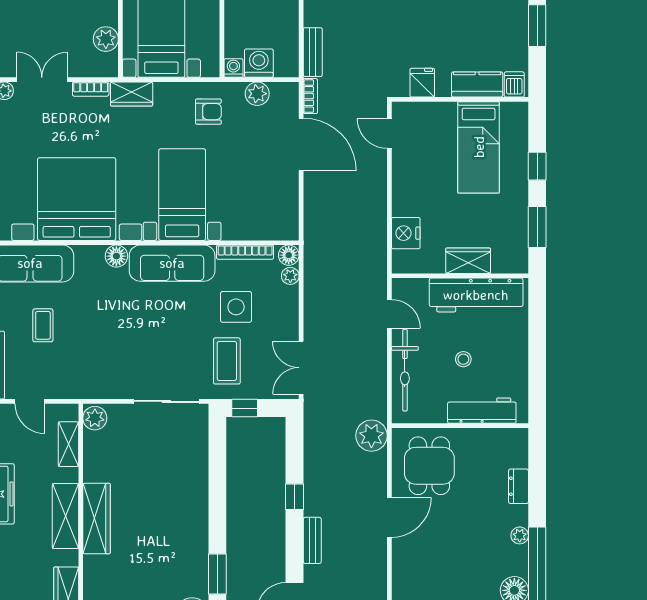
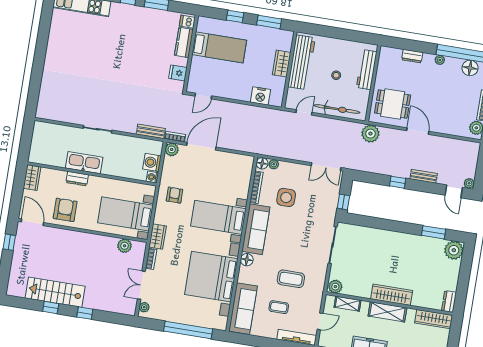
plant: (257, 94) -> (172, 149), moved
coffee table: (227, 361) -> (291, 279), moved

